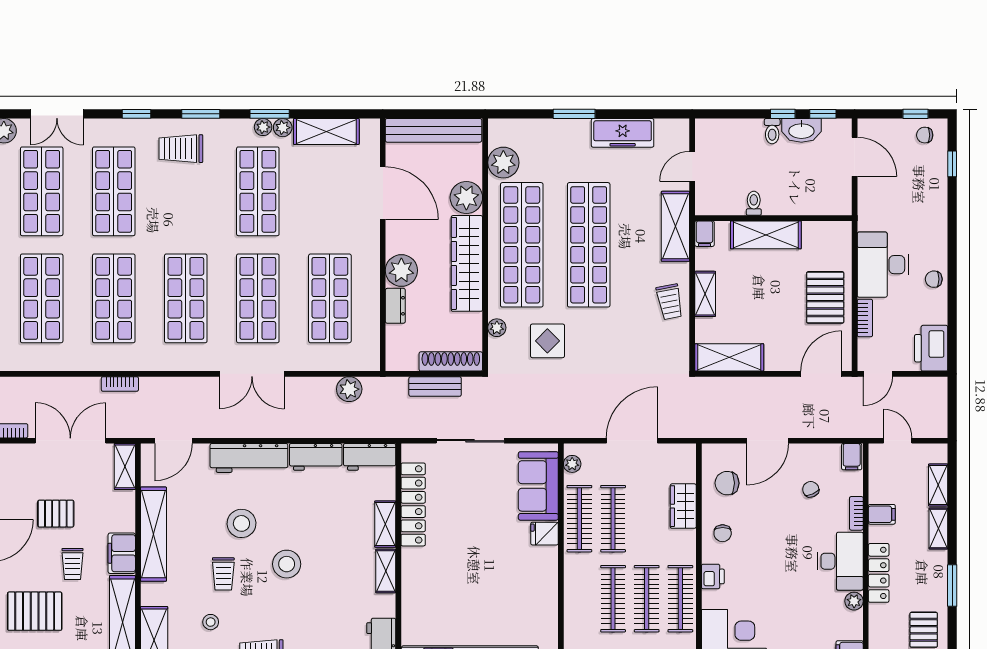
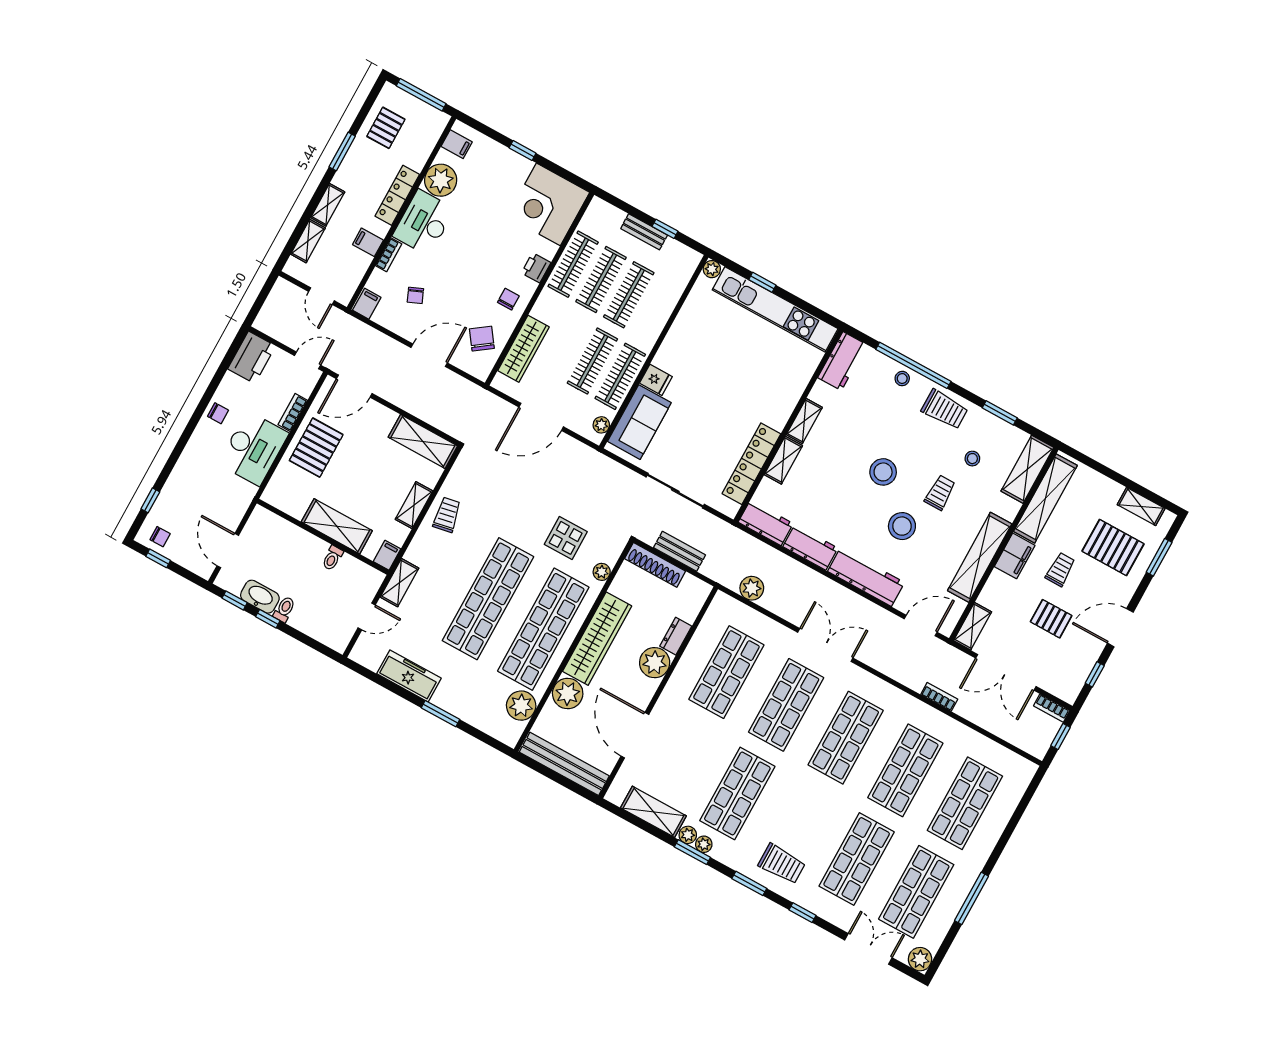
shelving: (675, 226) -> (399, 583), width x0.67, depth x0.75
chair: (727, 483) -> (482, 339), turned -126
wardrobe: (683, 506) -> (523, 349), width x1.50
plant: (854, 601) -> (441, 180), width x1.88, depth x1.88

